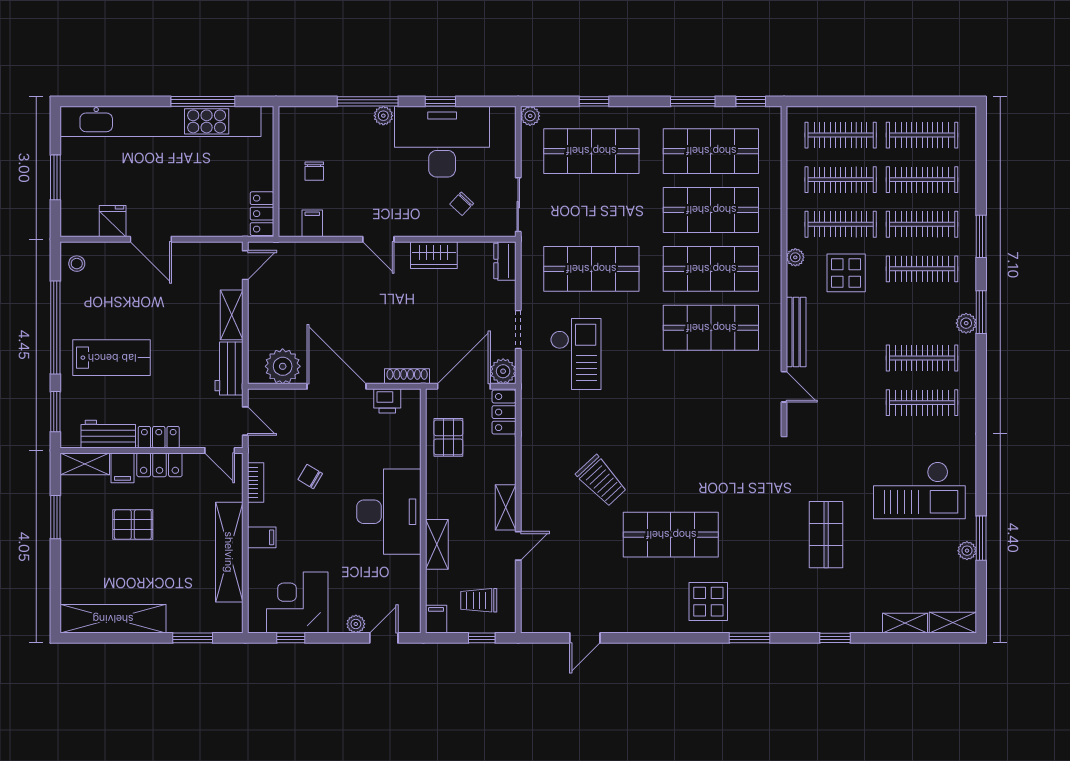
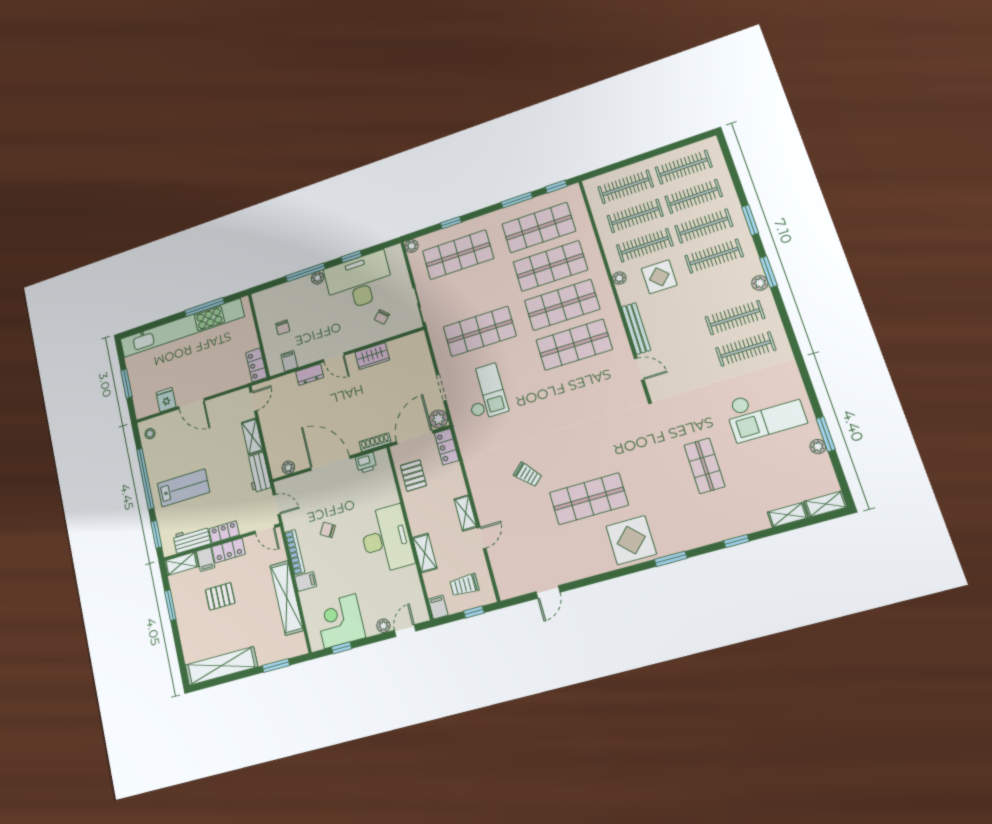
dresser: (505, 261) -> (310, 375), moved, turned -90
plant: (283, 366) -> (288, 468), width x0.53, depth x0.53
trolley: (601, 481) -> (528, 475), width x0.73, depth x0.72
bookcase: (256, 483) -> (295, 552), width x1.56
display table: (708, 602) -> (631, 540), width x1.36, depth x1.36

